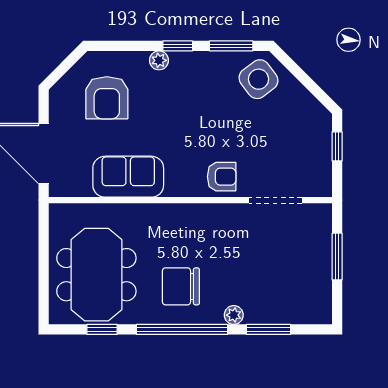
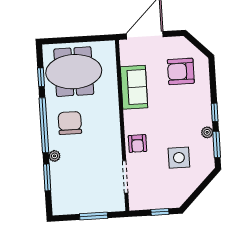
plant: (159, 60) -> (207, 132), moved
side table: (259, 79) -> (179, 158), moved, turned 37

